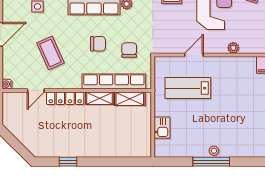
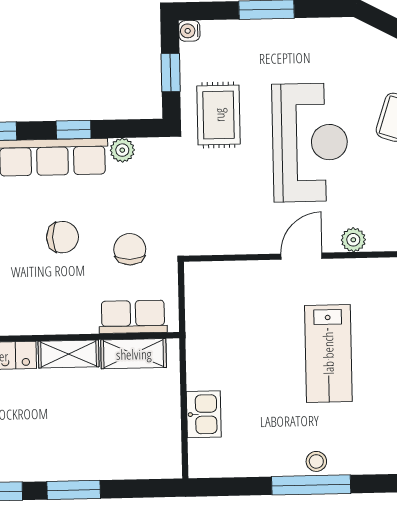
door: (194, 55) -> (301, 256), moved
row of seats: (114, 82) -> (133, 317), width x0.50
lab bench: (188, 88) -> (328, 353), moved, turned -90
window: (101, 162) -> (74, 490), added

